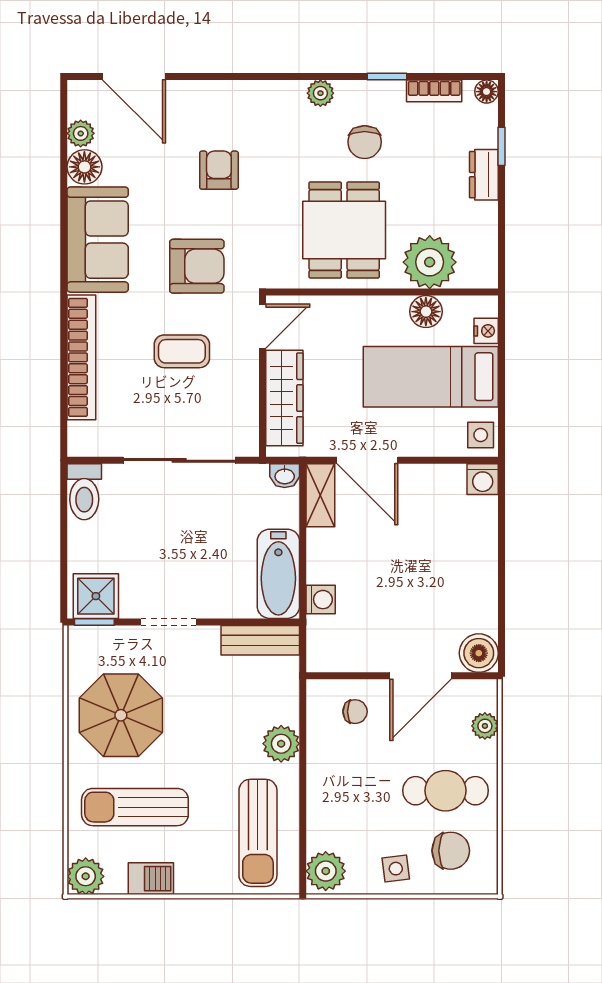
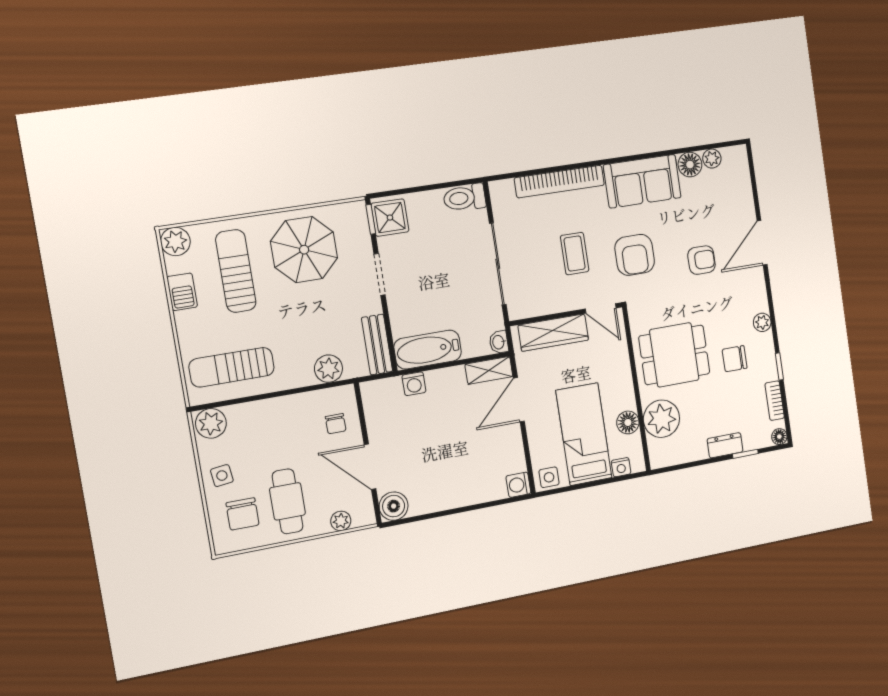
door: (134, 77) -> (762, 243), moved
plant: (281, 744) -> (329, 369), moved

